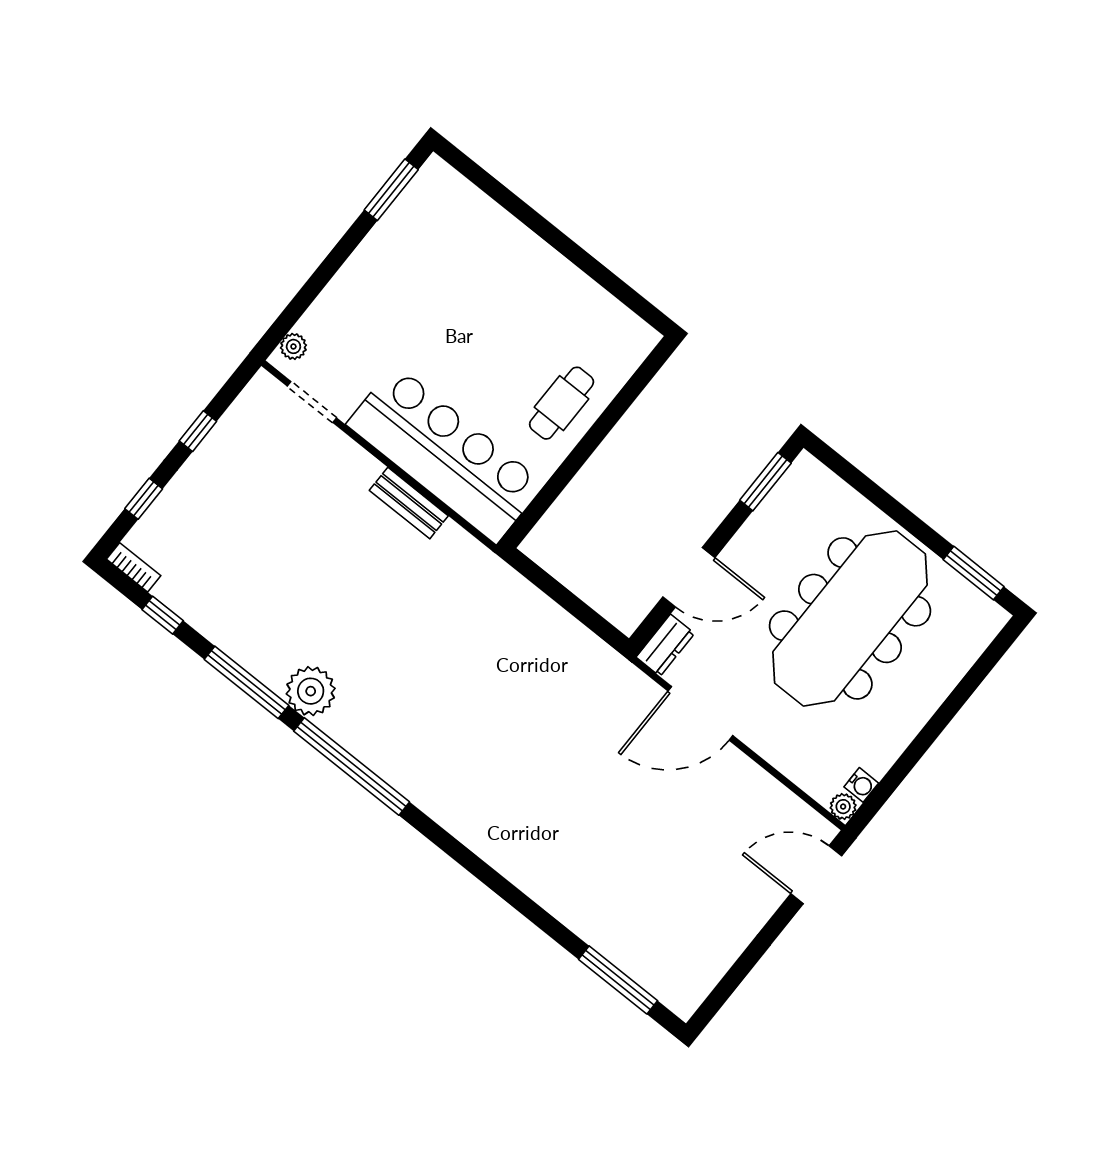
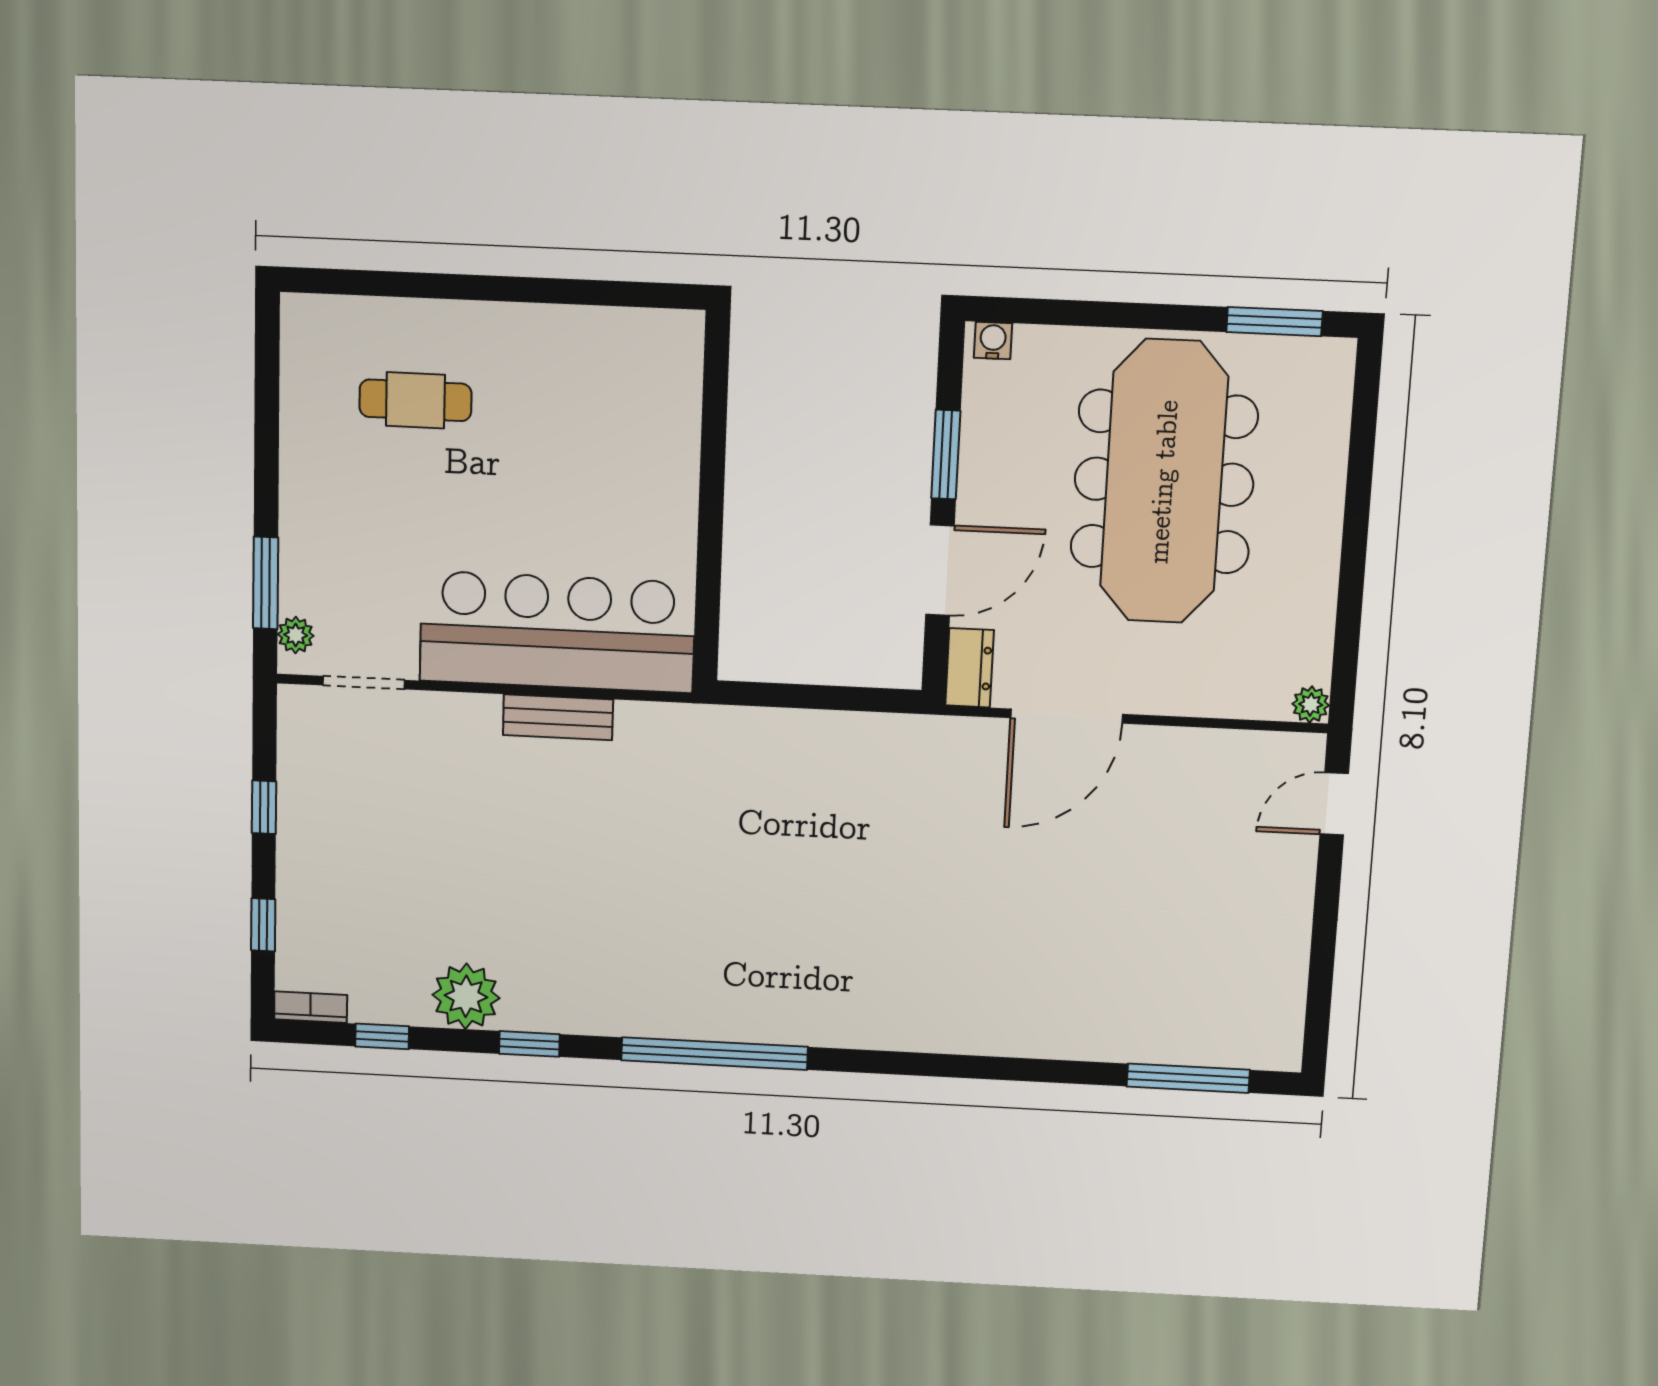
window: (391, 190) -> (266, 583), moved
cafe table: (562, 403) -> (415, 400), moved, turned 90
window: (765, 482) -> (946, 455), moved
window: (247, 682) -> (529, 1044), width x0.46
plant: (311, 691) -> (466, 996), moved
water cooler: (861, 785) -> (993, 341), moved, turned -90
door: (816, 875) -> (1334, 804), width x0.73

